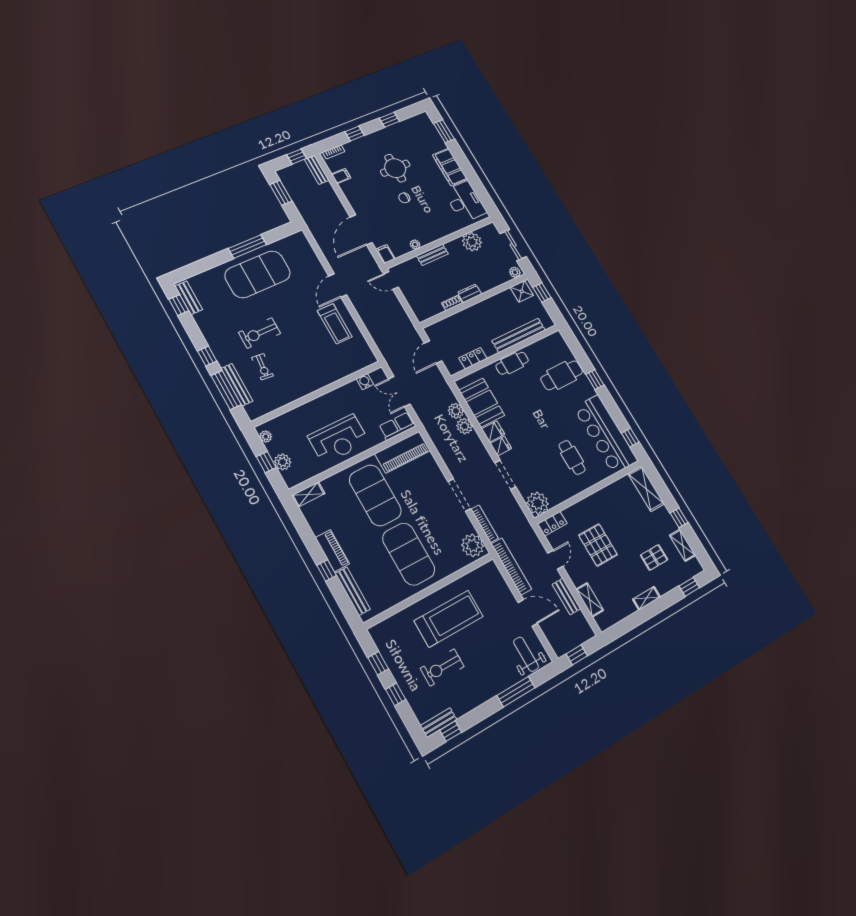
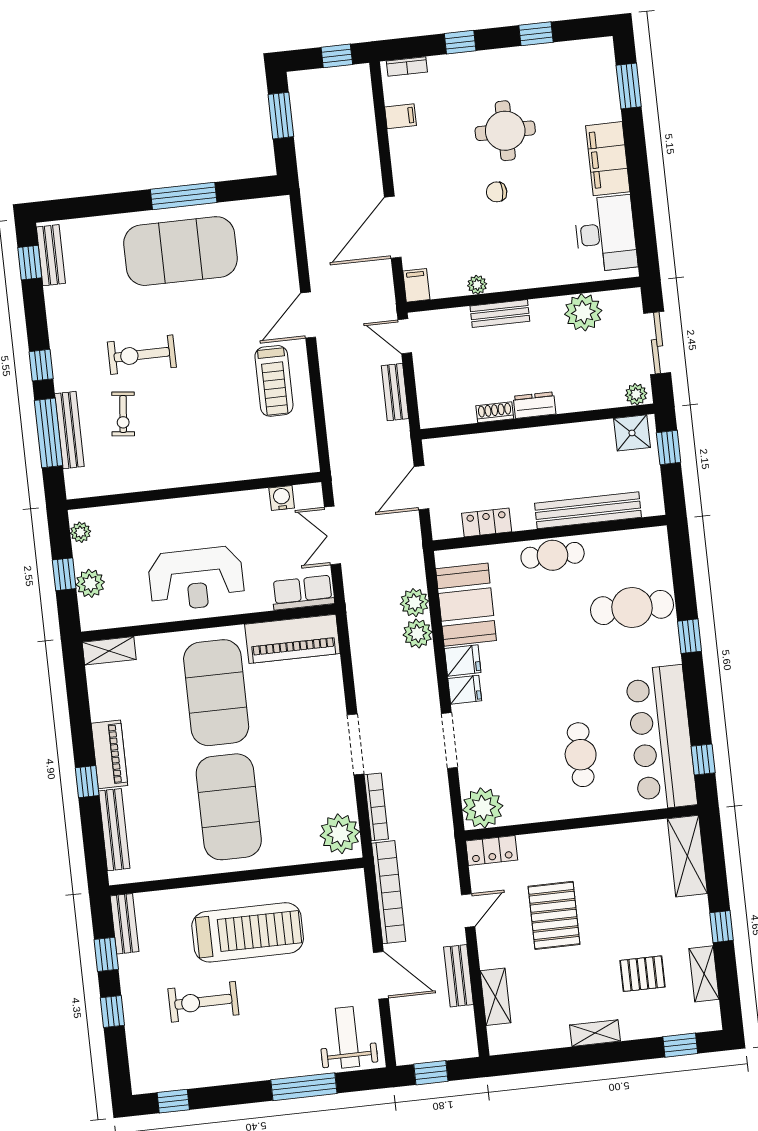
bench: (317, 170) -> (395, 392), moved
bench: (439, 723) -> (125, 924), moved, turned 90

